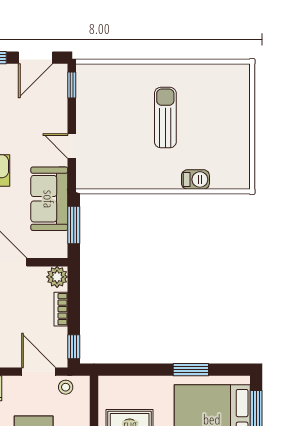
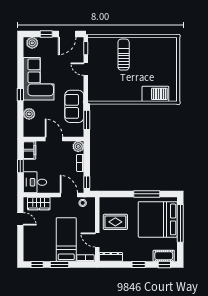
sun lounger: (165, 118) -> (124, 55), moved
door: (72, 146) -> (86, 69), moved
barbecue: (195, 179) -> (155, 94), width x1.88, depth x1.53
window: (191, 370) -> (147, 194), width x1.44

